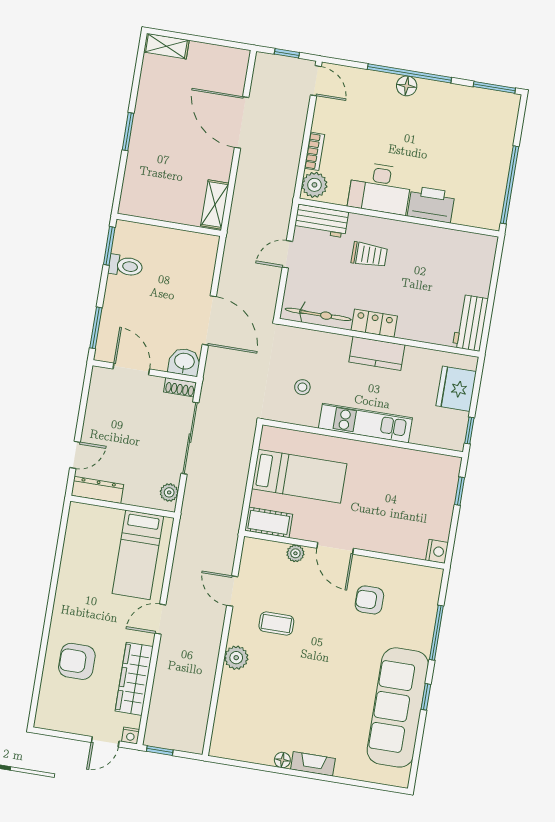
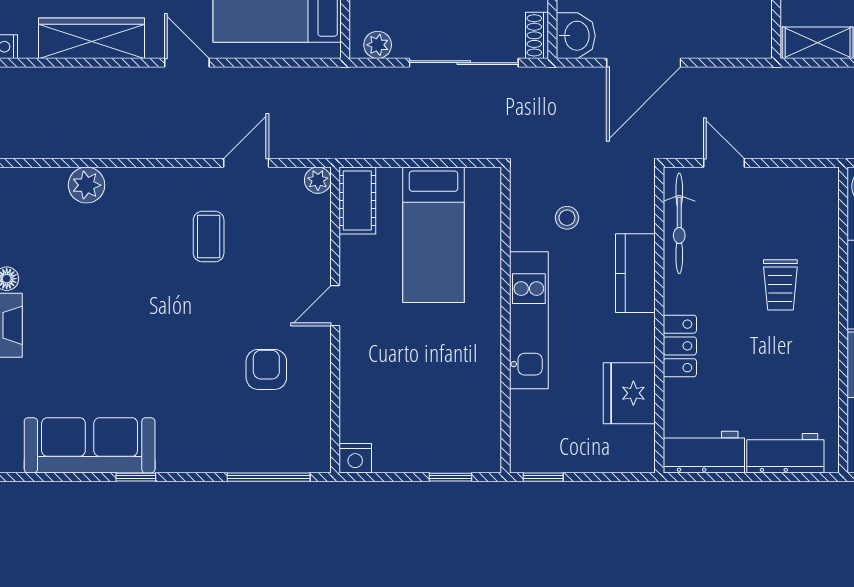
workbench: (321, 221) -> (785, 453), moved, turned 90
door: (287, 254) -> (724, 163), moved
locker: (374, 323) -> (680, 346), moved
kitchen counter: (377, 353) -> (635, 273), moved
fridge: (456, 389) -> (629, 393), moved, turned -90
door: (335, 548) -> (335, 306), width x0.73
plant: (295, 553) -> (318, 180), moved
window: (436, 633) -> (269, 477), moved
plant: (236, 658) -> (87, 185), moved
sofa: (398, 707) -> (90, 445), width x0.74, depth x0.79

